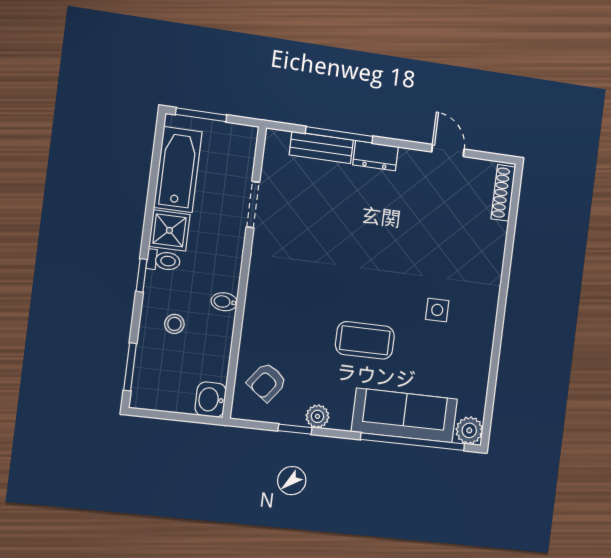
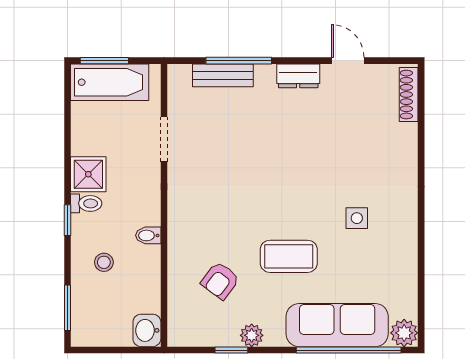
dresser: (376, 156) -> (298, 76), moved
bathtub: (178, 170) -> (110, 82), moved, turned 90
armchair: (267, 382) -> (220, 281), moved

